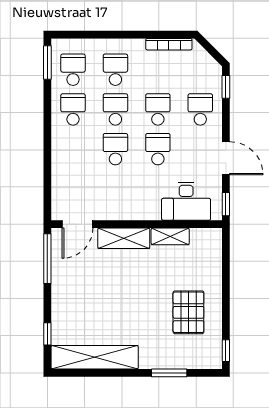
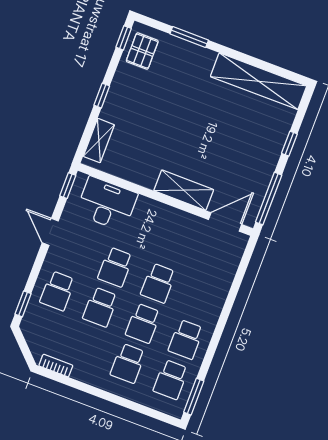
bookcase: (169, 44) -> (56, 366), width x0.64
door: (226, 158) -> (50, 232), width x0.73
shelving: (170, 236) -> (99, 141), moved, turned 90
window: (226, 293) -> (102, 96), added
pallet: (188, 312) -> (142, 51), moved, width x0.67, depth x0.71
window: (47, 334) -> (289, 144), moved

